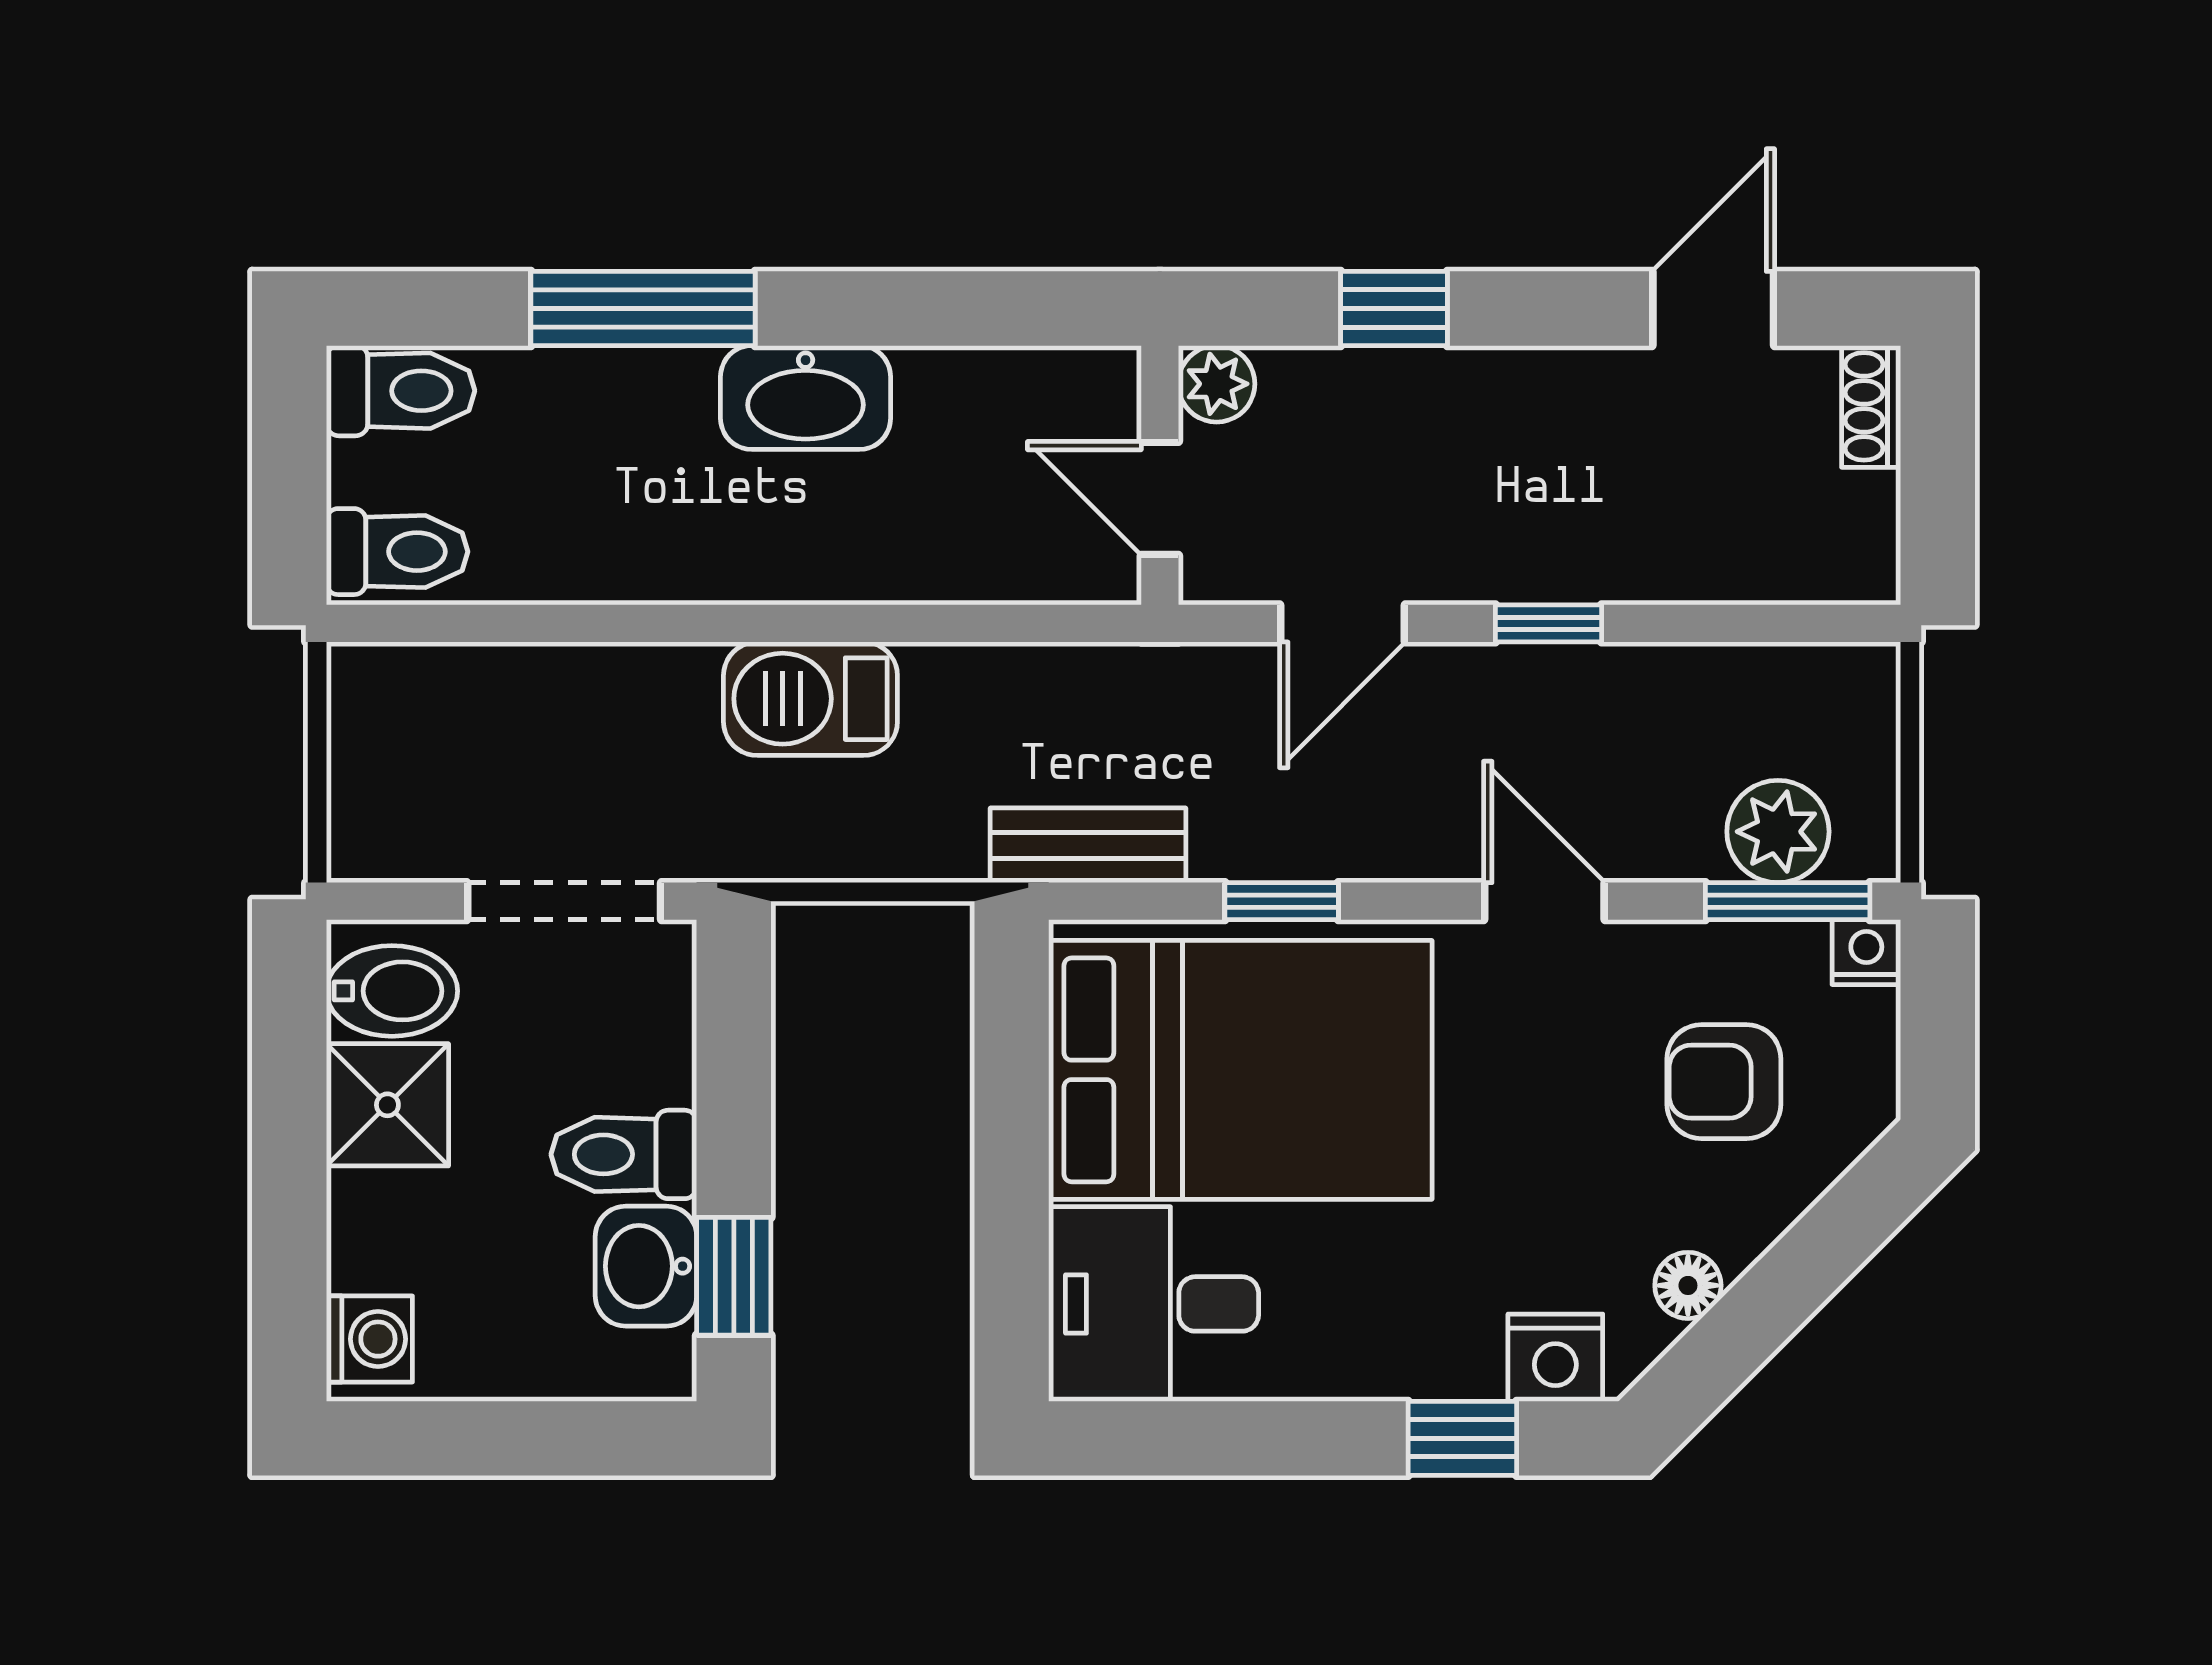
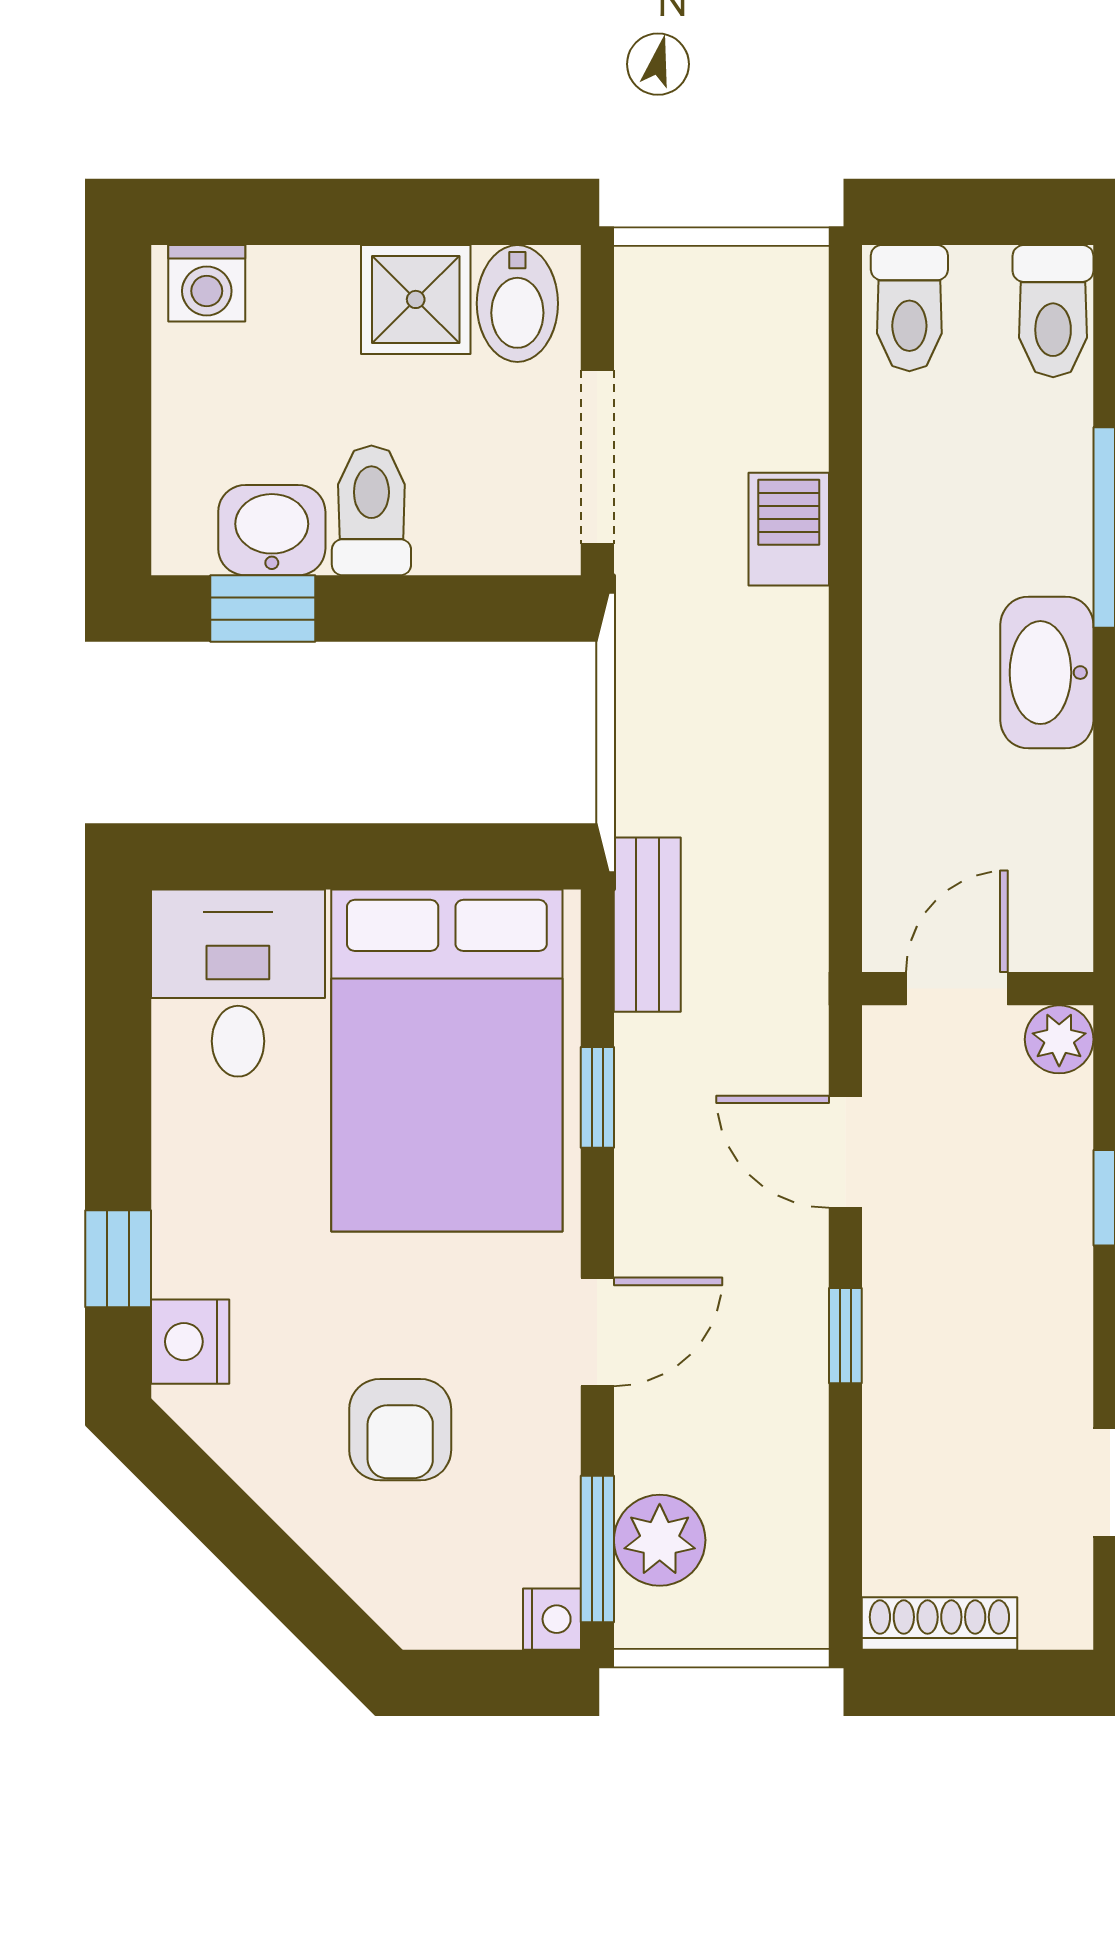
shoe rack: (1871, 406) -> (939, 1623), moved, width x1.43
barbecue: (810, 699) -> (789, 529), moved, width x0.73, depth x0.79
armchair: (1724, 1082) -> (400, 1430), moved, turned 180
floor lamp: (1688, 1285) -> (255, 1460), removed

